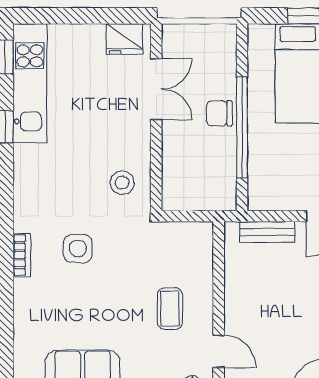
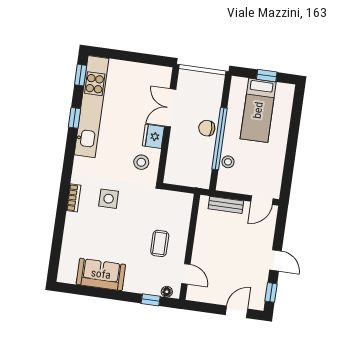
fridge: (124, 39) -> (153, 136), moved, turned 90
kitchen unit: (30, 83) -> (91, 107), width x1.36
double door: (156, 89) -> (170, 108), swing flipped
stool: (261, 163) -> (228, 162), added

